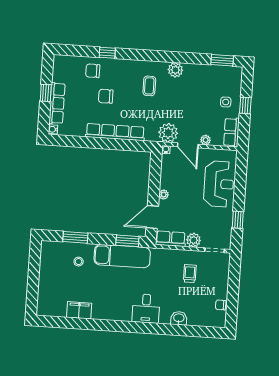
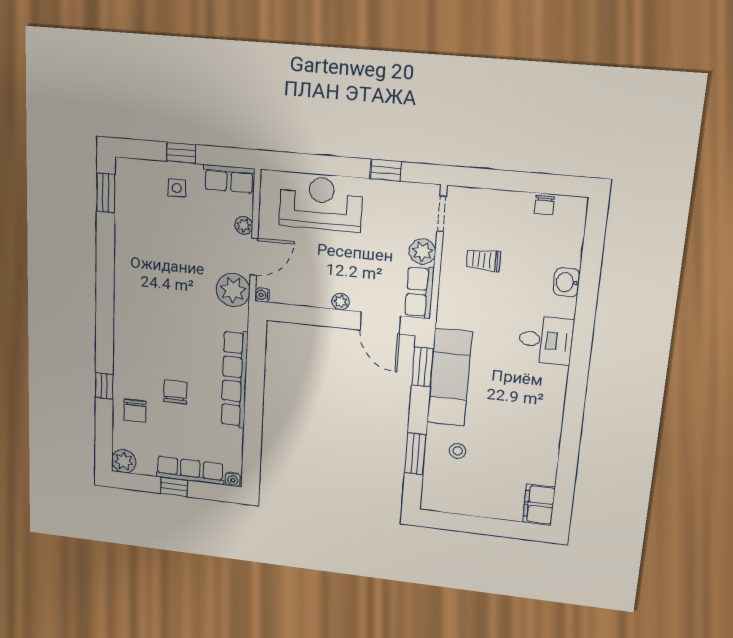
plant: (175, 70) -> (124, 461), moved
coffee table: (149, 86) -> (155, 319), removed
chair: (106, 96) -> (175, 392), turned 180
filing cabinet: (79, 310) -> (539, 505), moved

